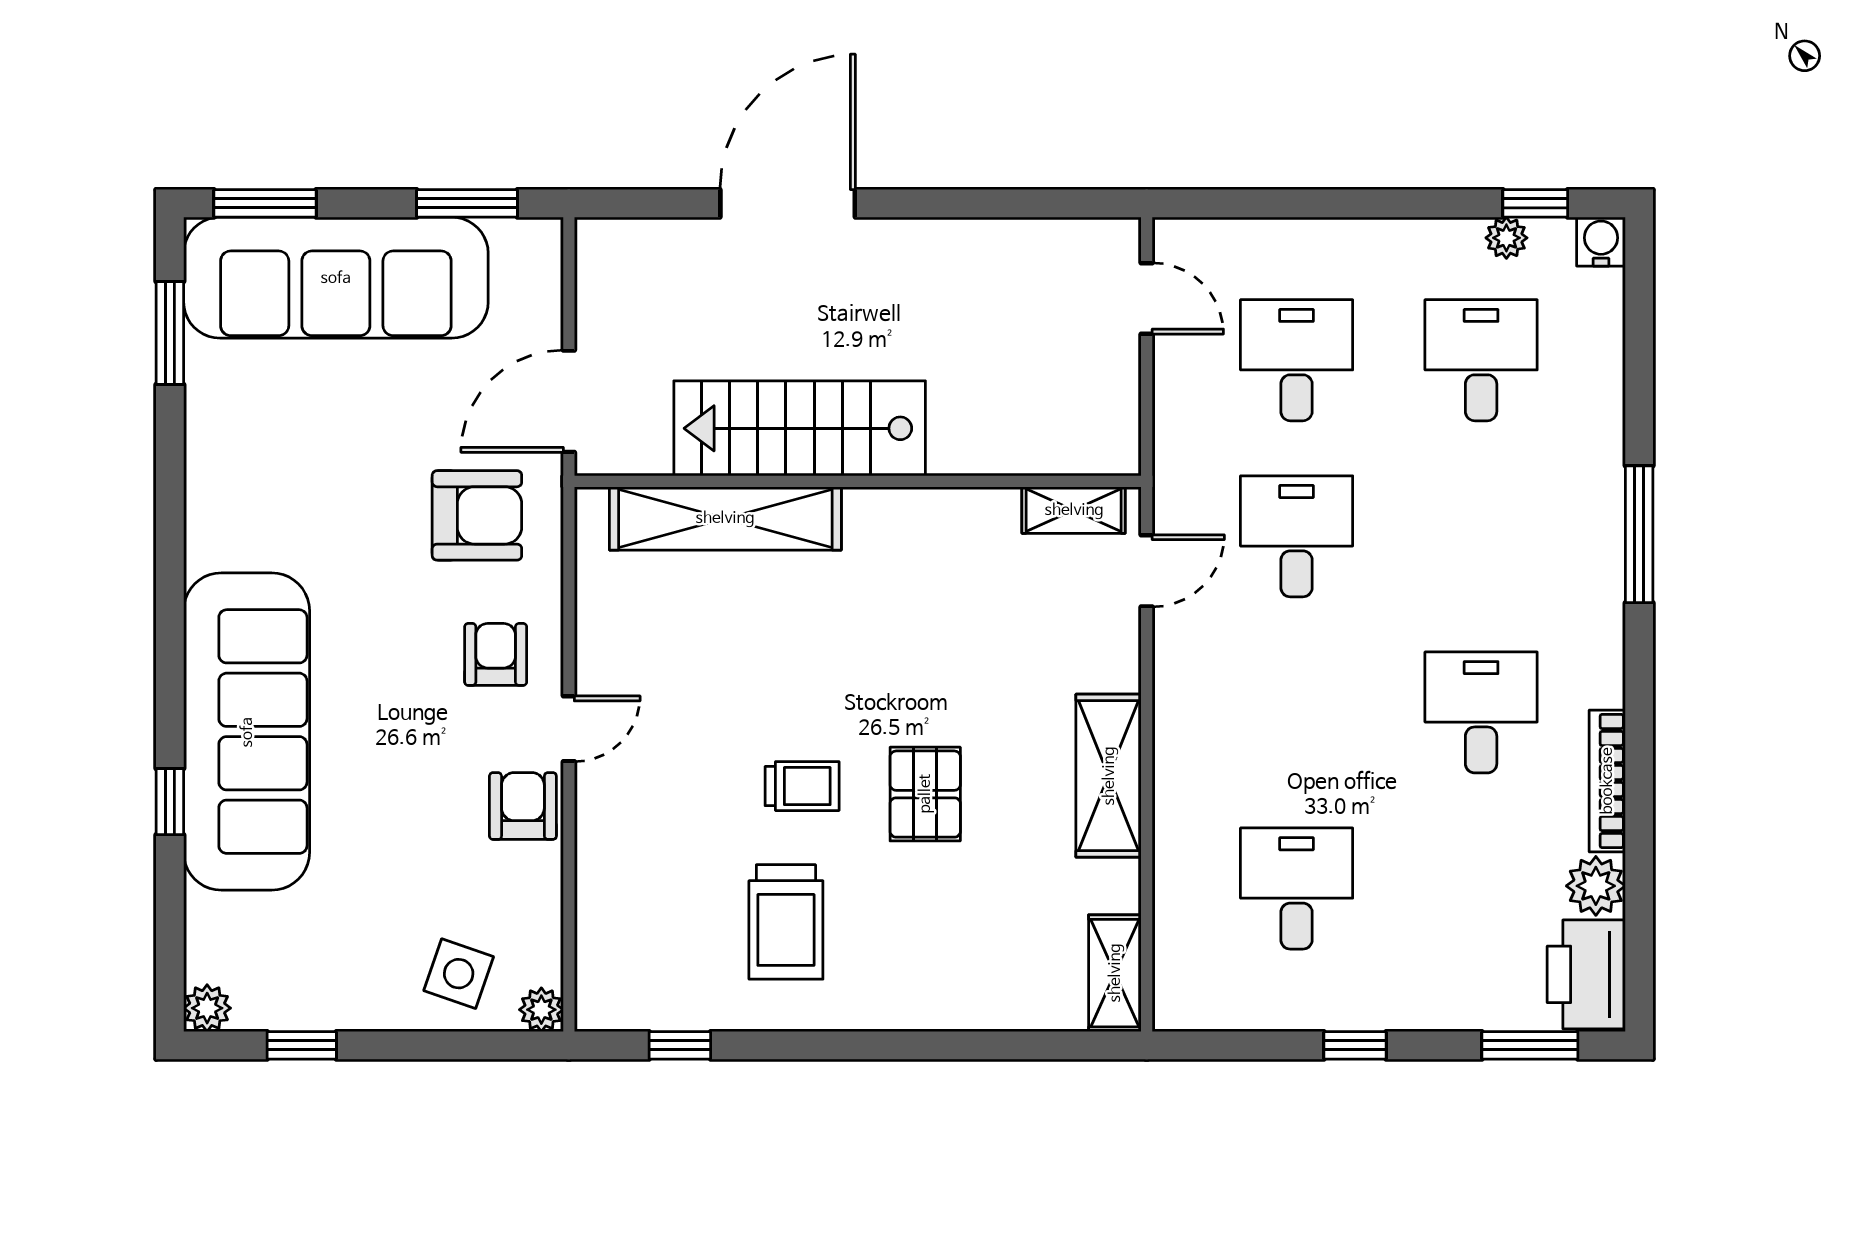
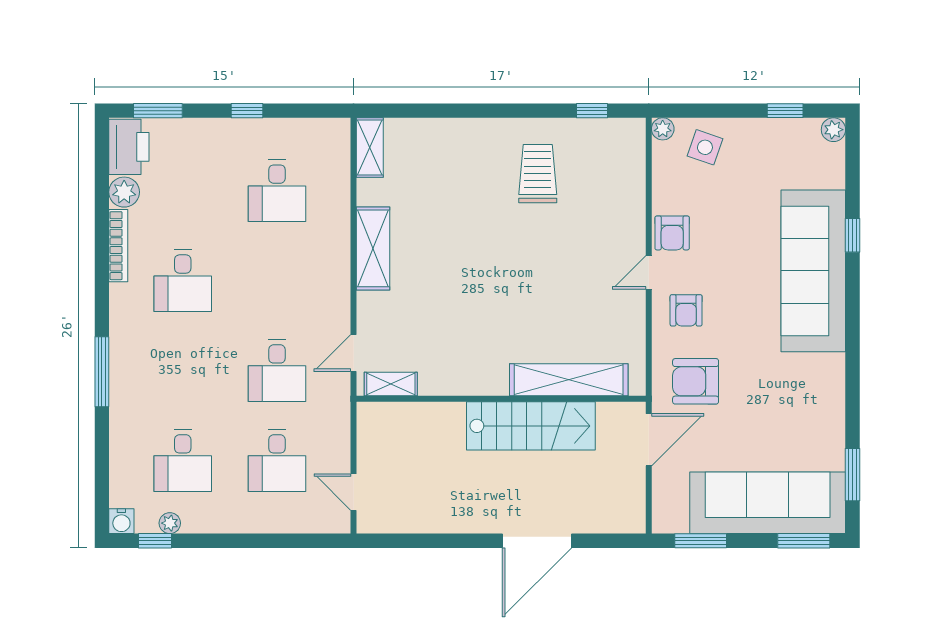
trolley: (802, 786) -> (530, 243), removed
pallet: (925, 794) -> (467, 239), removed

